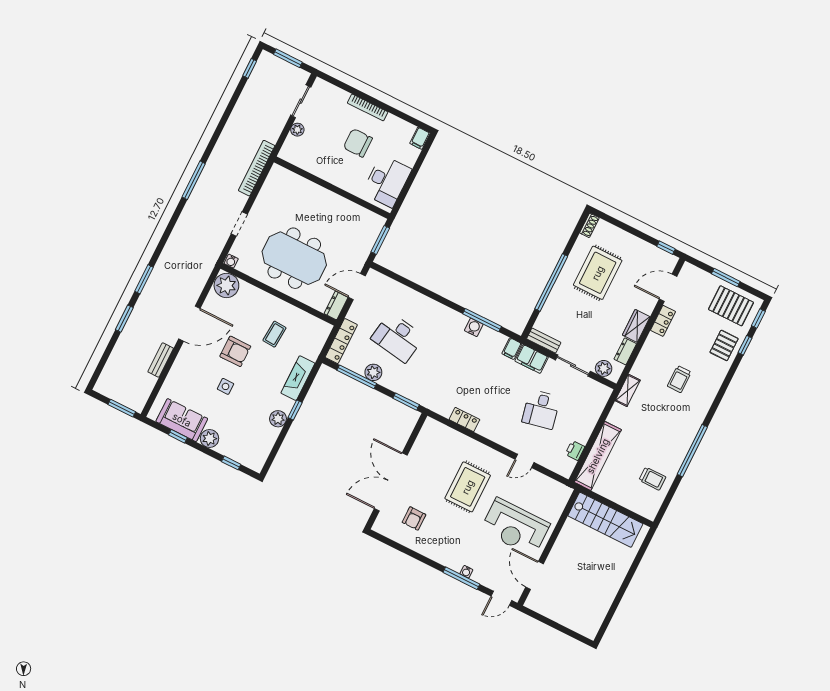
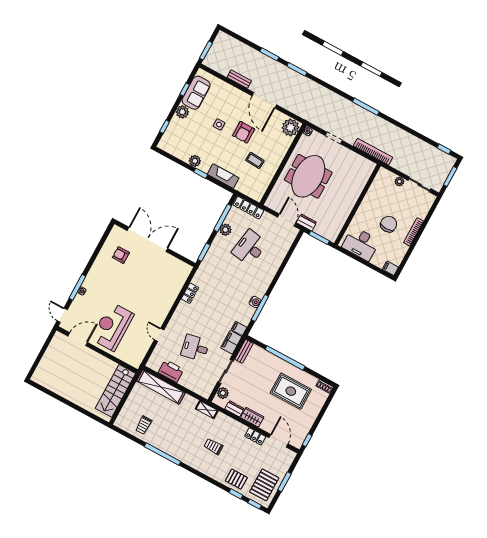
dresser: (336, 305) -> (306, 222), moved
printer: (575, 450) -> (171, 371), width x1.87, depth x1.48
rug: (468, 487) -> (142, 294), removed

